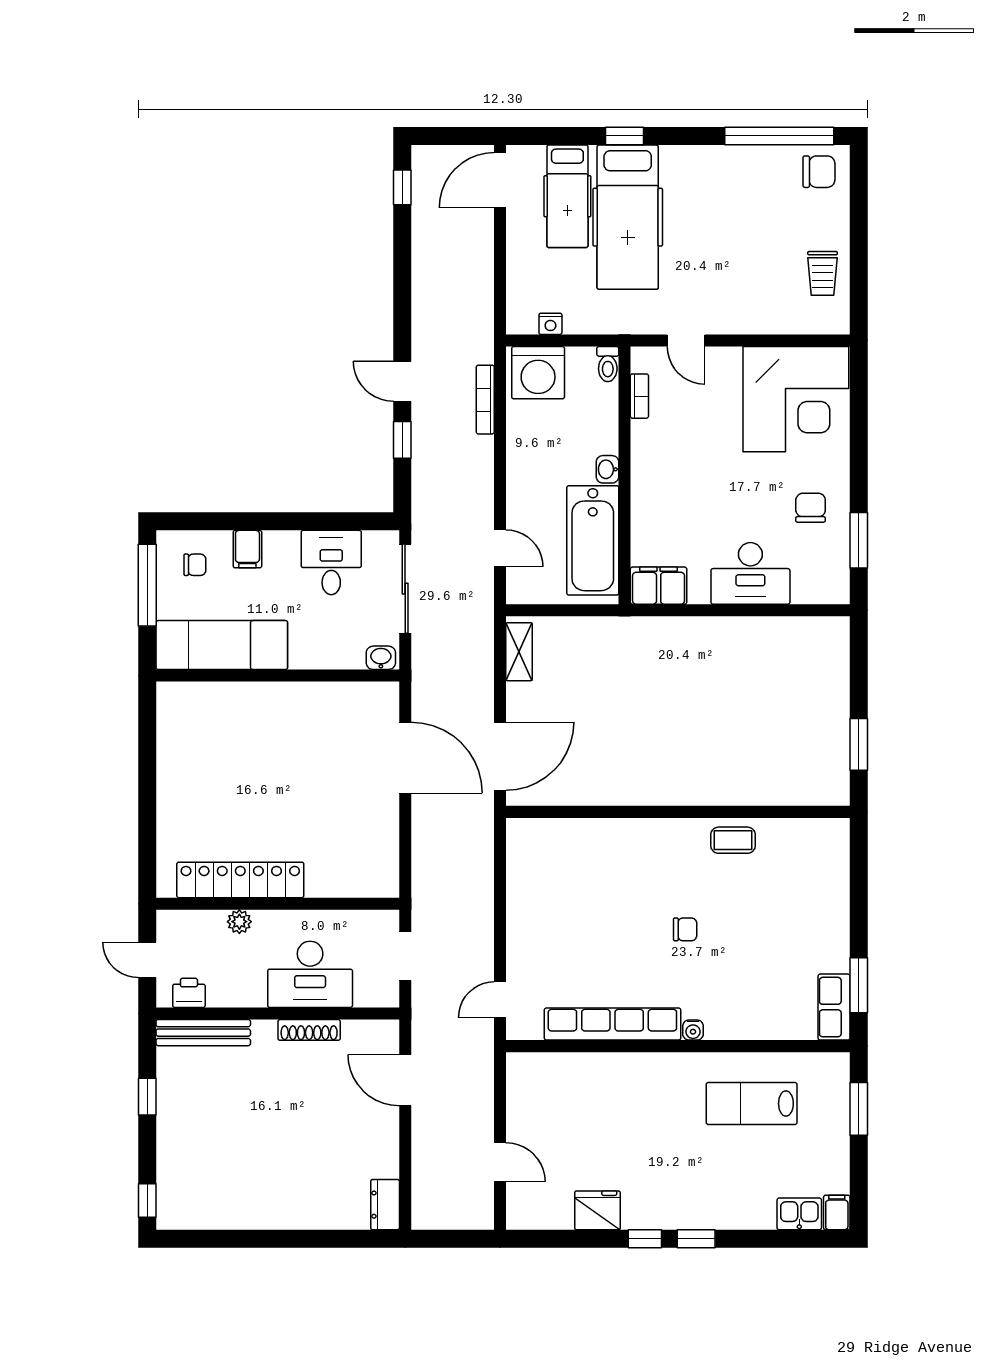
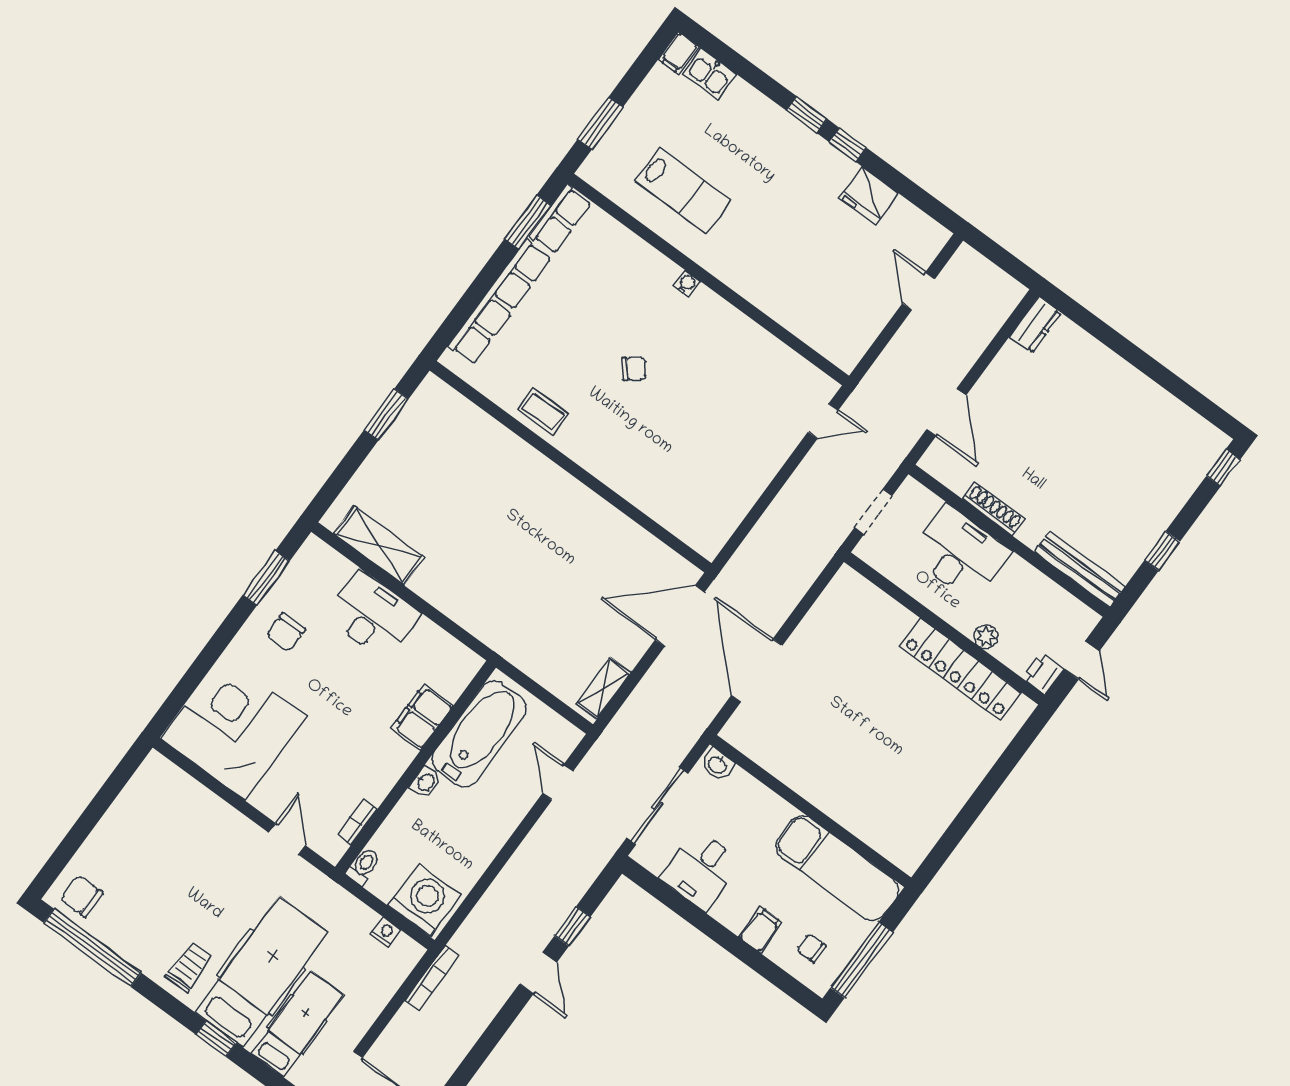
trolley: (823, 273) -> (189, 967), moved
bookcase: (485, 400) -> (432, 978), moved
filing cabinet: (659, 586) -> (422, 717), moved, turned 90
shelving: (787, 634) -> (379, 545), added
chair: (685, 929) -> (634, 369), turned 141
printer: (189, 993) -> (1043, 674), moved, turned 90
row of seats: (612, 1024) -> (500, 302), moved, turned -90

